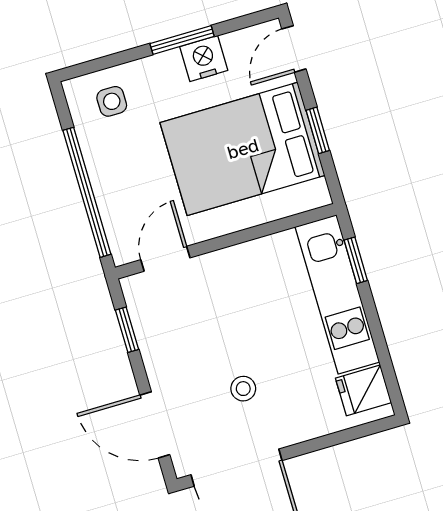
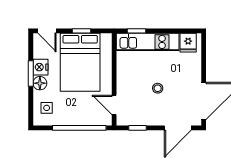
floor lamp: (165, 68) -> (40, 83), added
stool: (243, 389) -> (158, 88), moved

